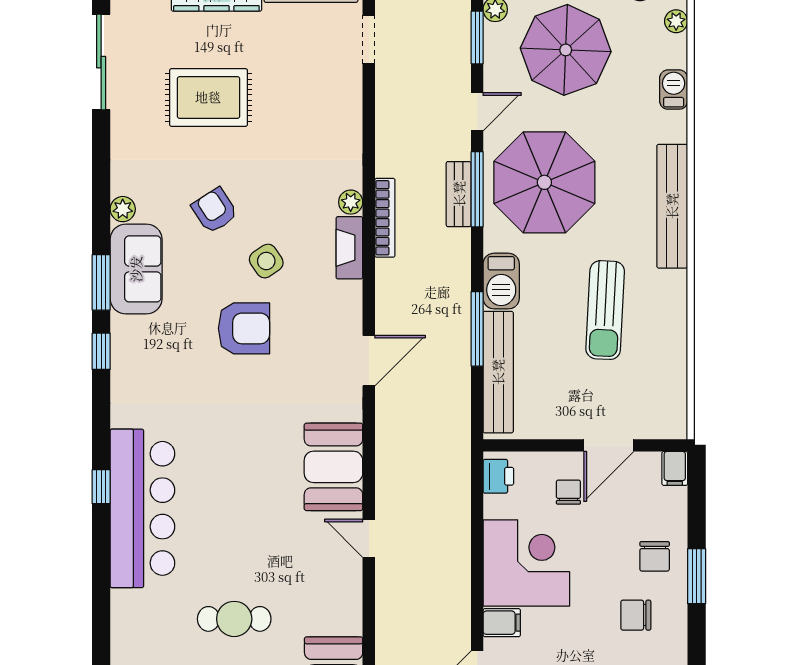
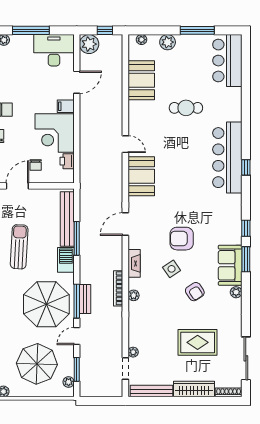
plant: (352, 76) -> (133, 352), added
fireplace: (349, 248) -> (134, 263), moved
printer: (498, 476) -> (67, 161), moved

